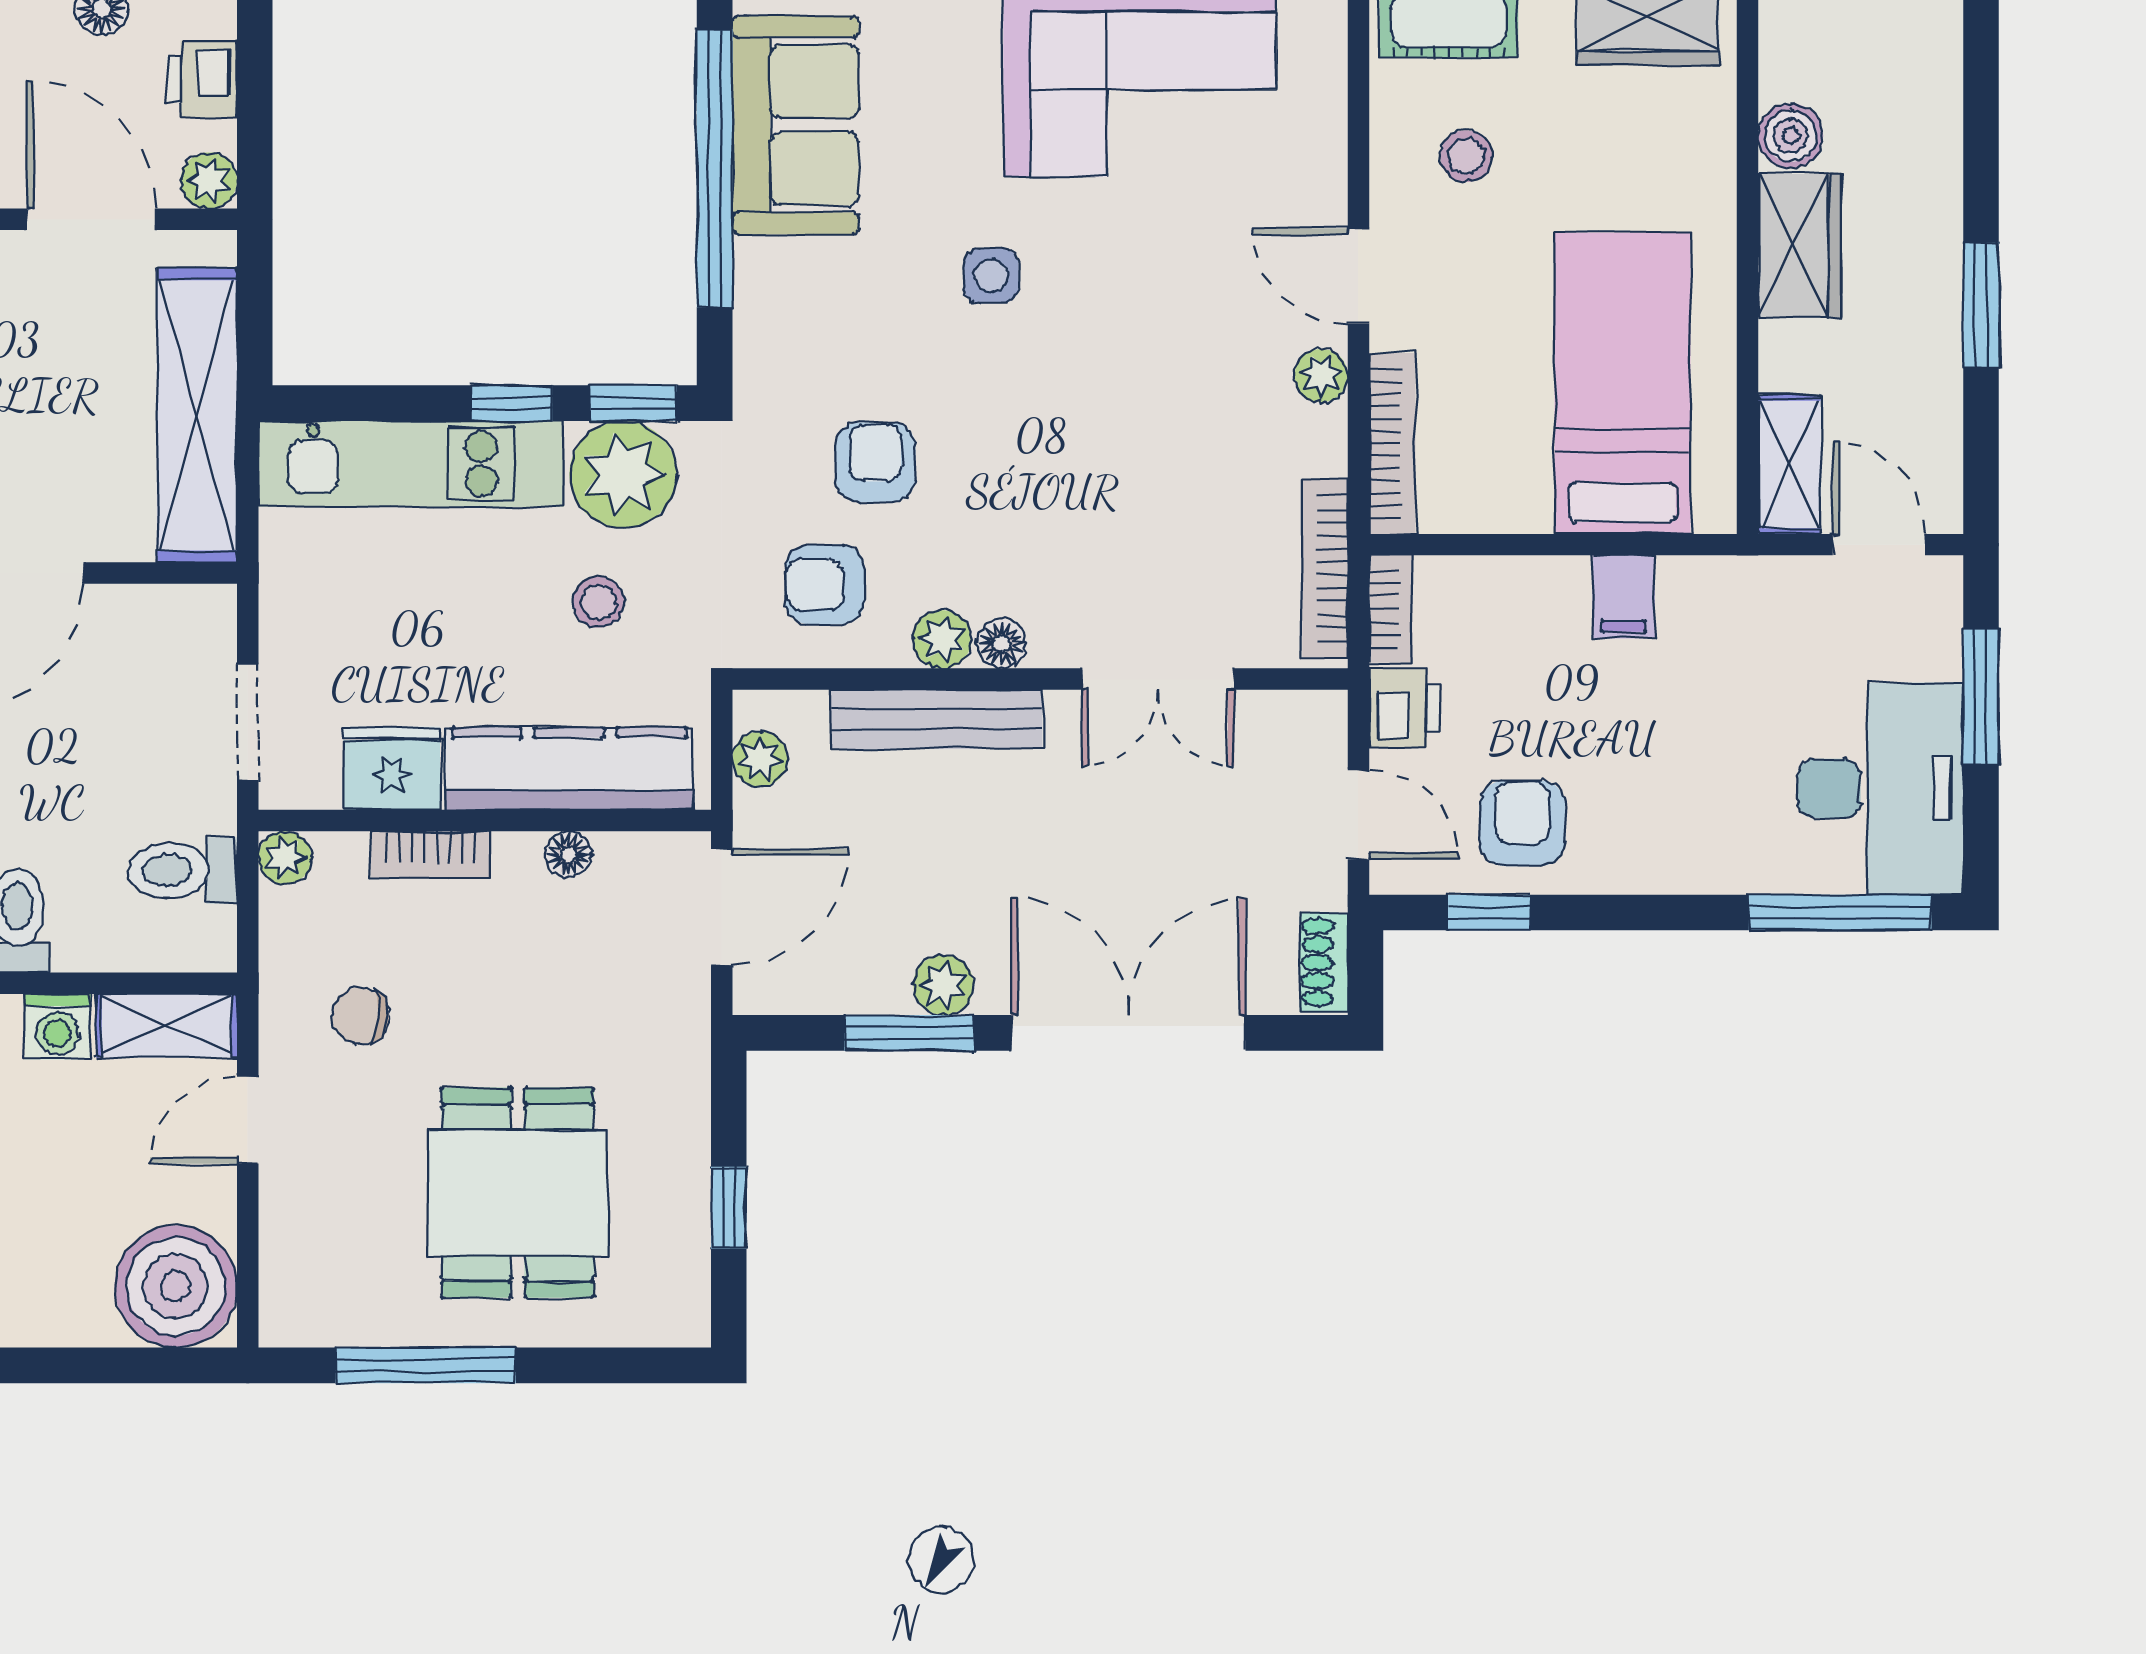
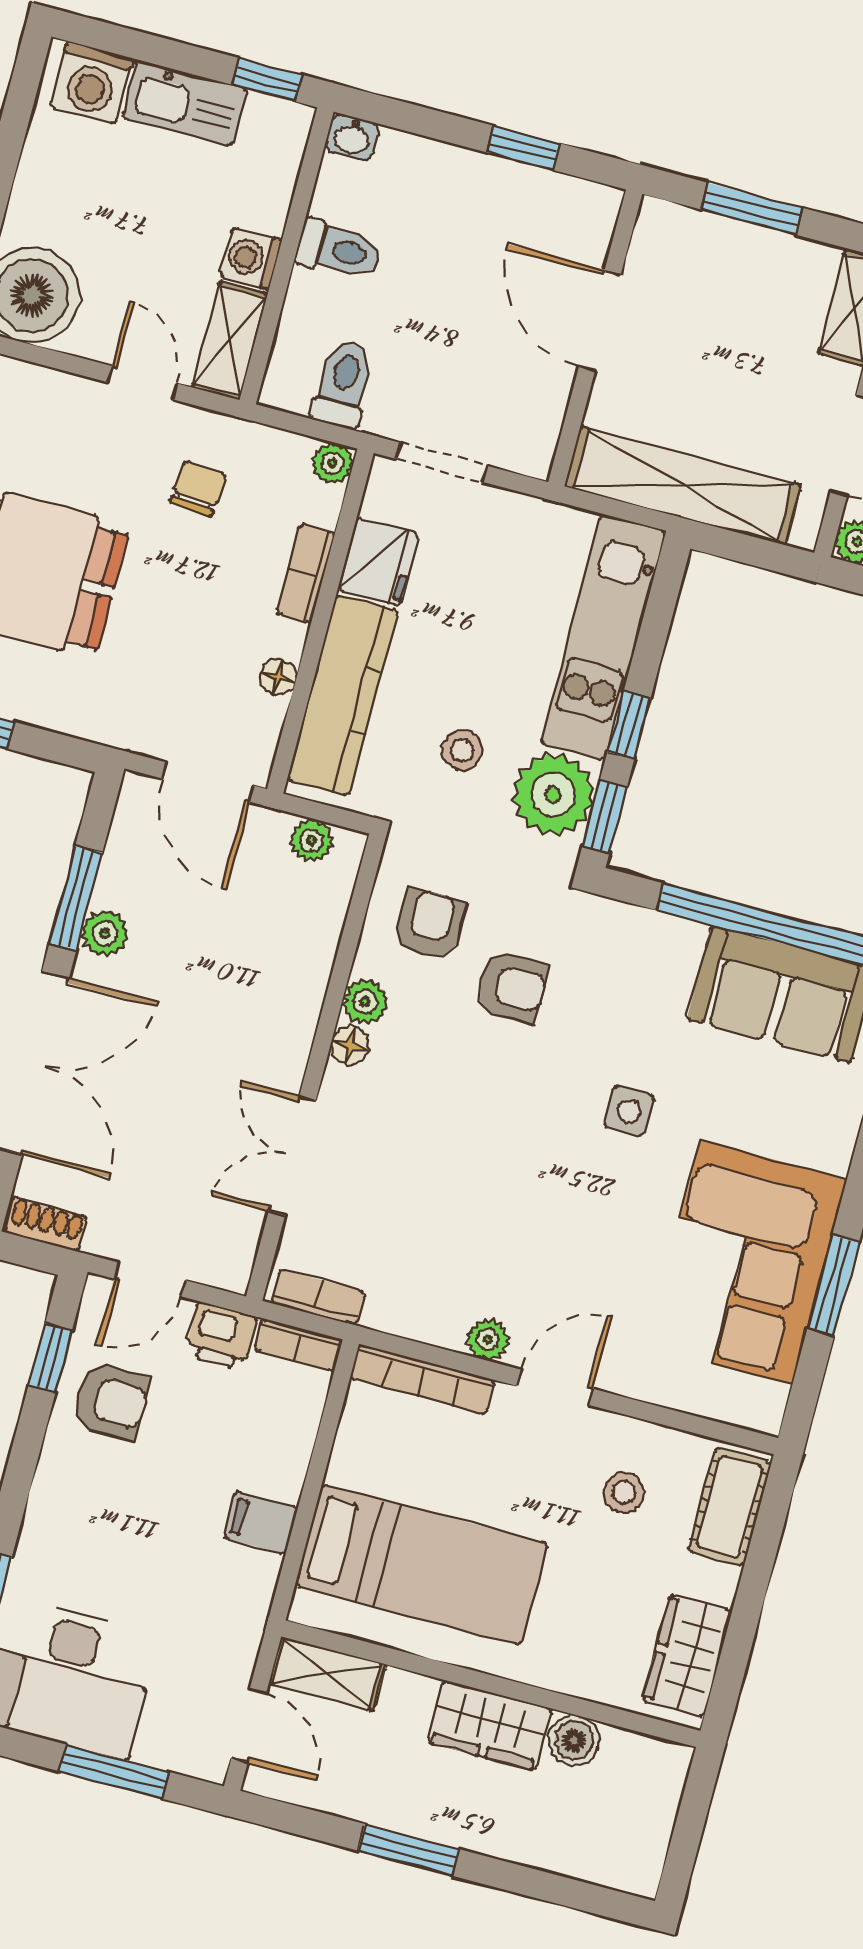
door: (1879, 545) -> (249, 1725), hinge flipped
bookcase: (1325, 568) -> (318, 1297), width x0.64
bench: (937, 719) -> (306, 981), removed

